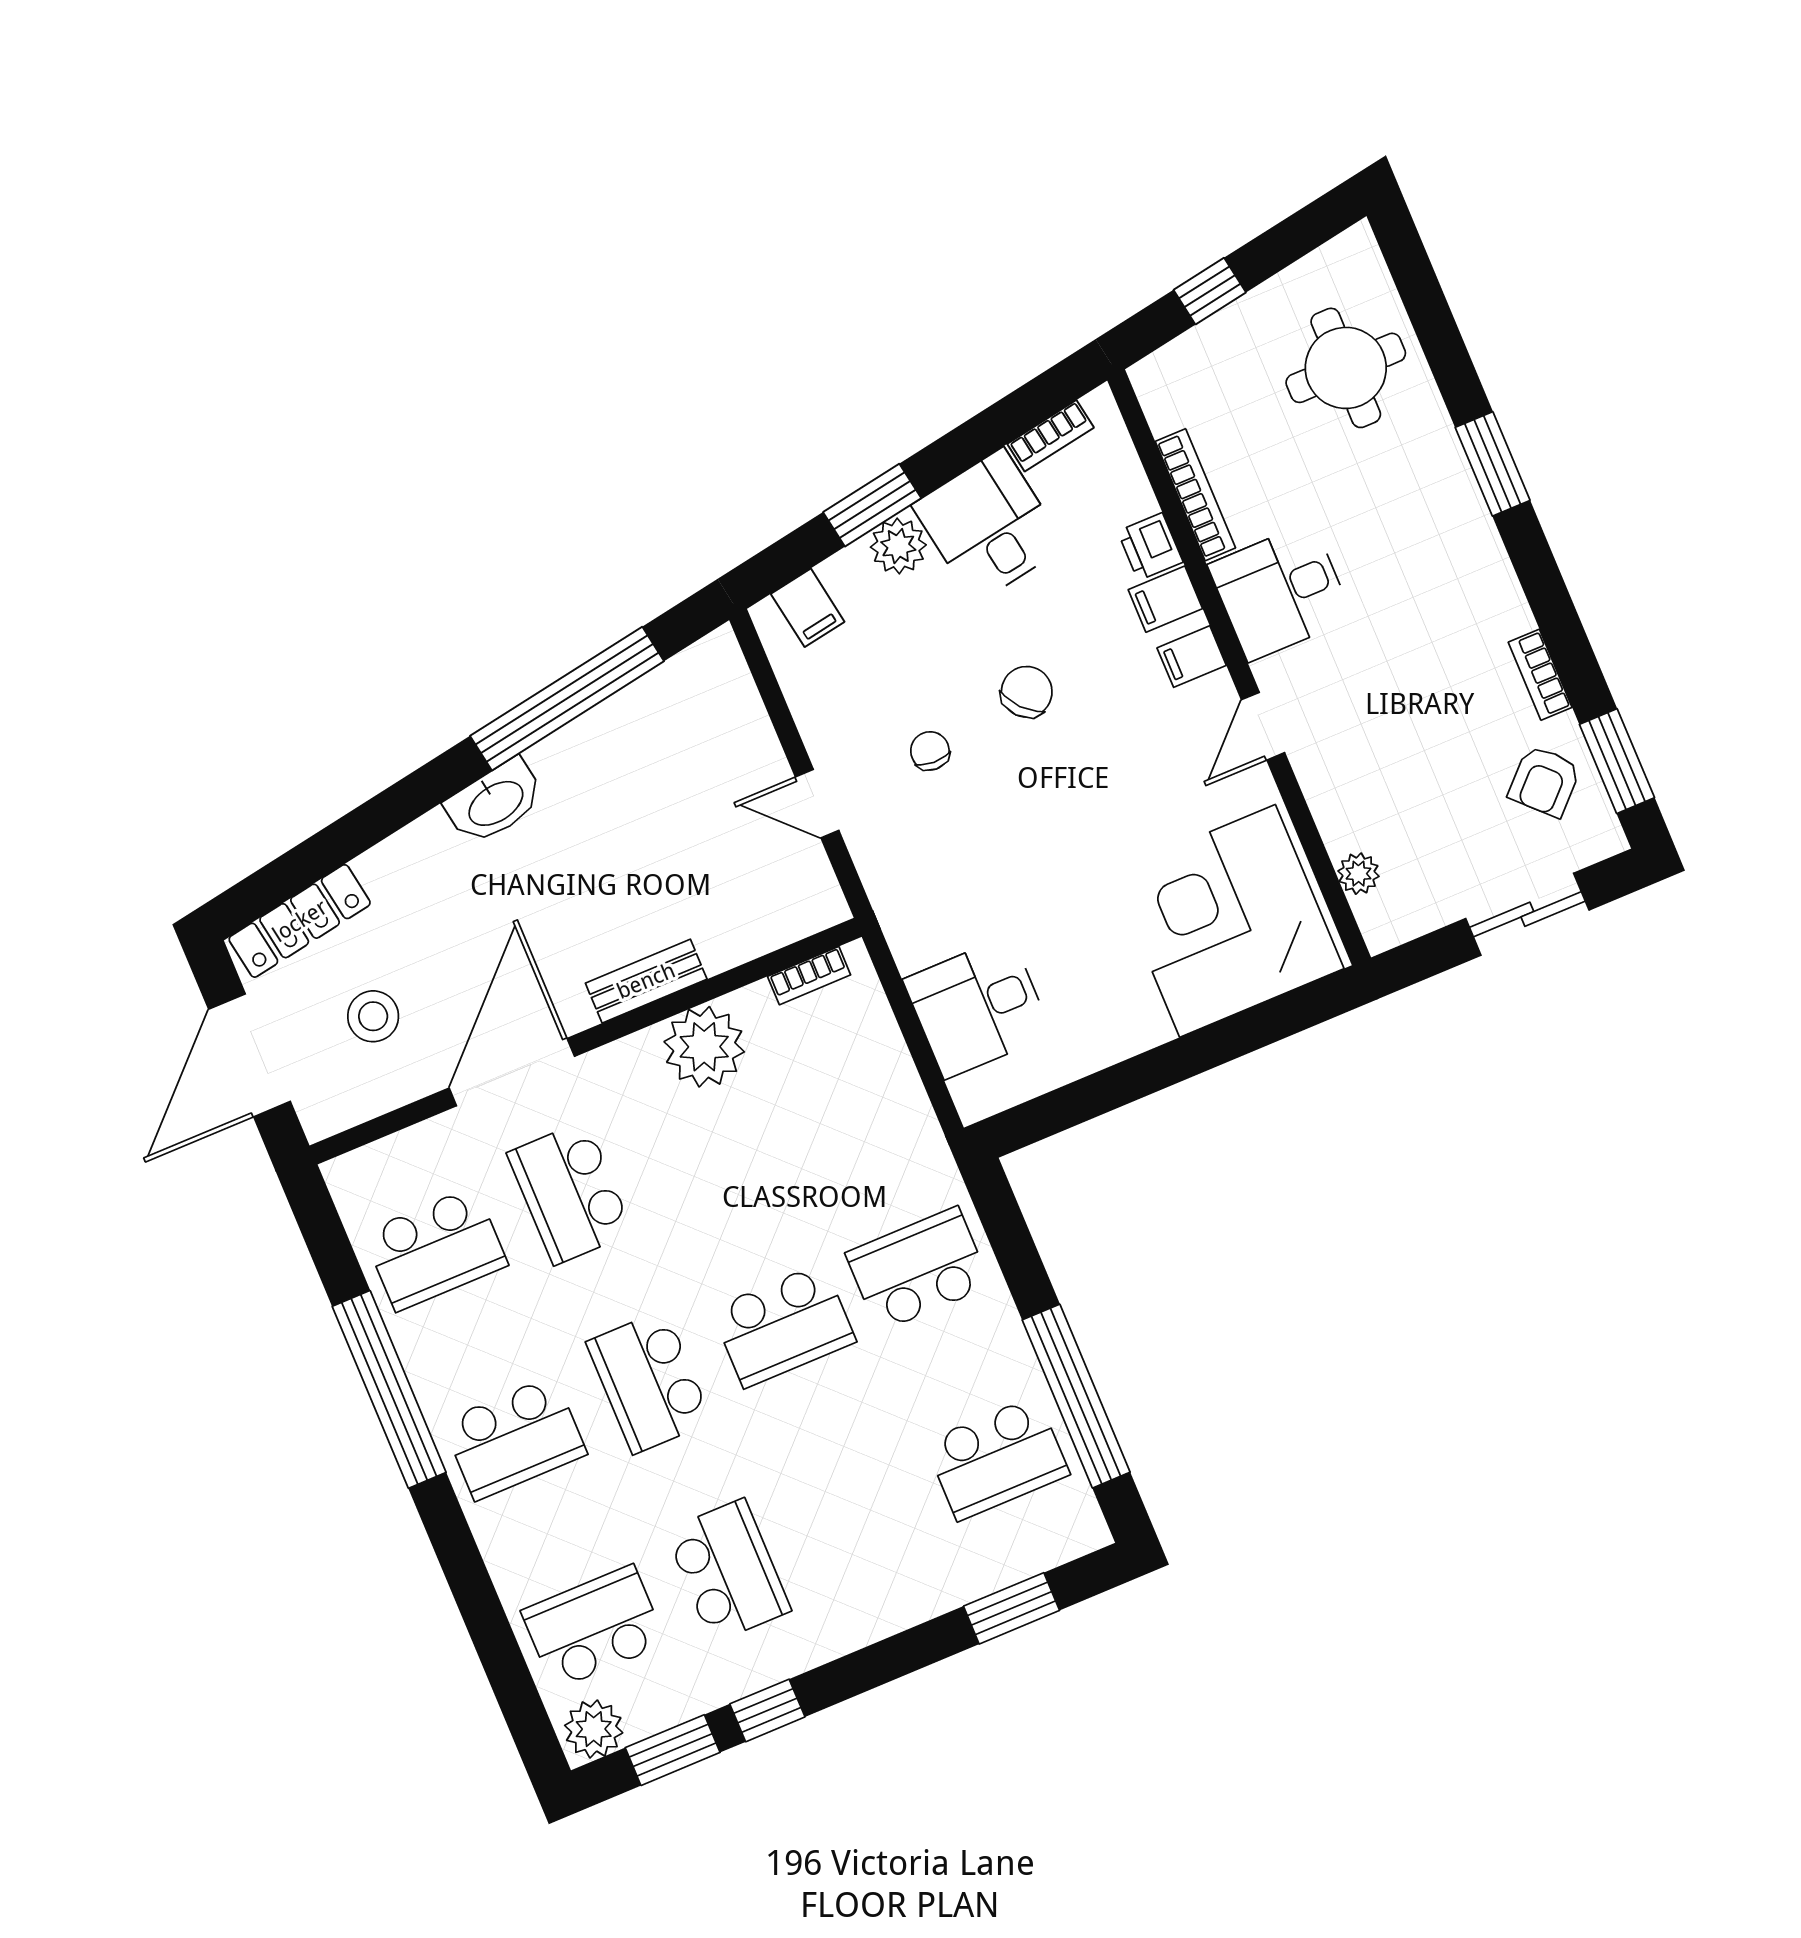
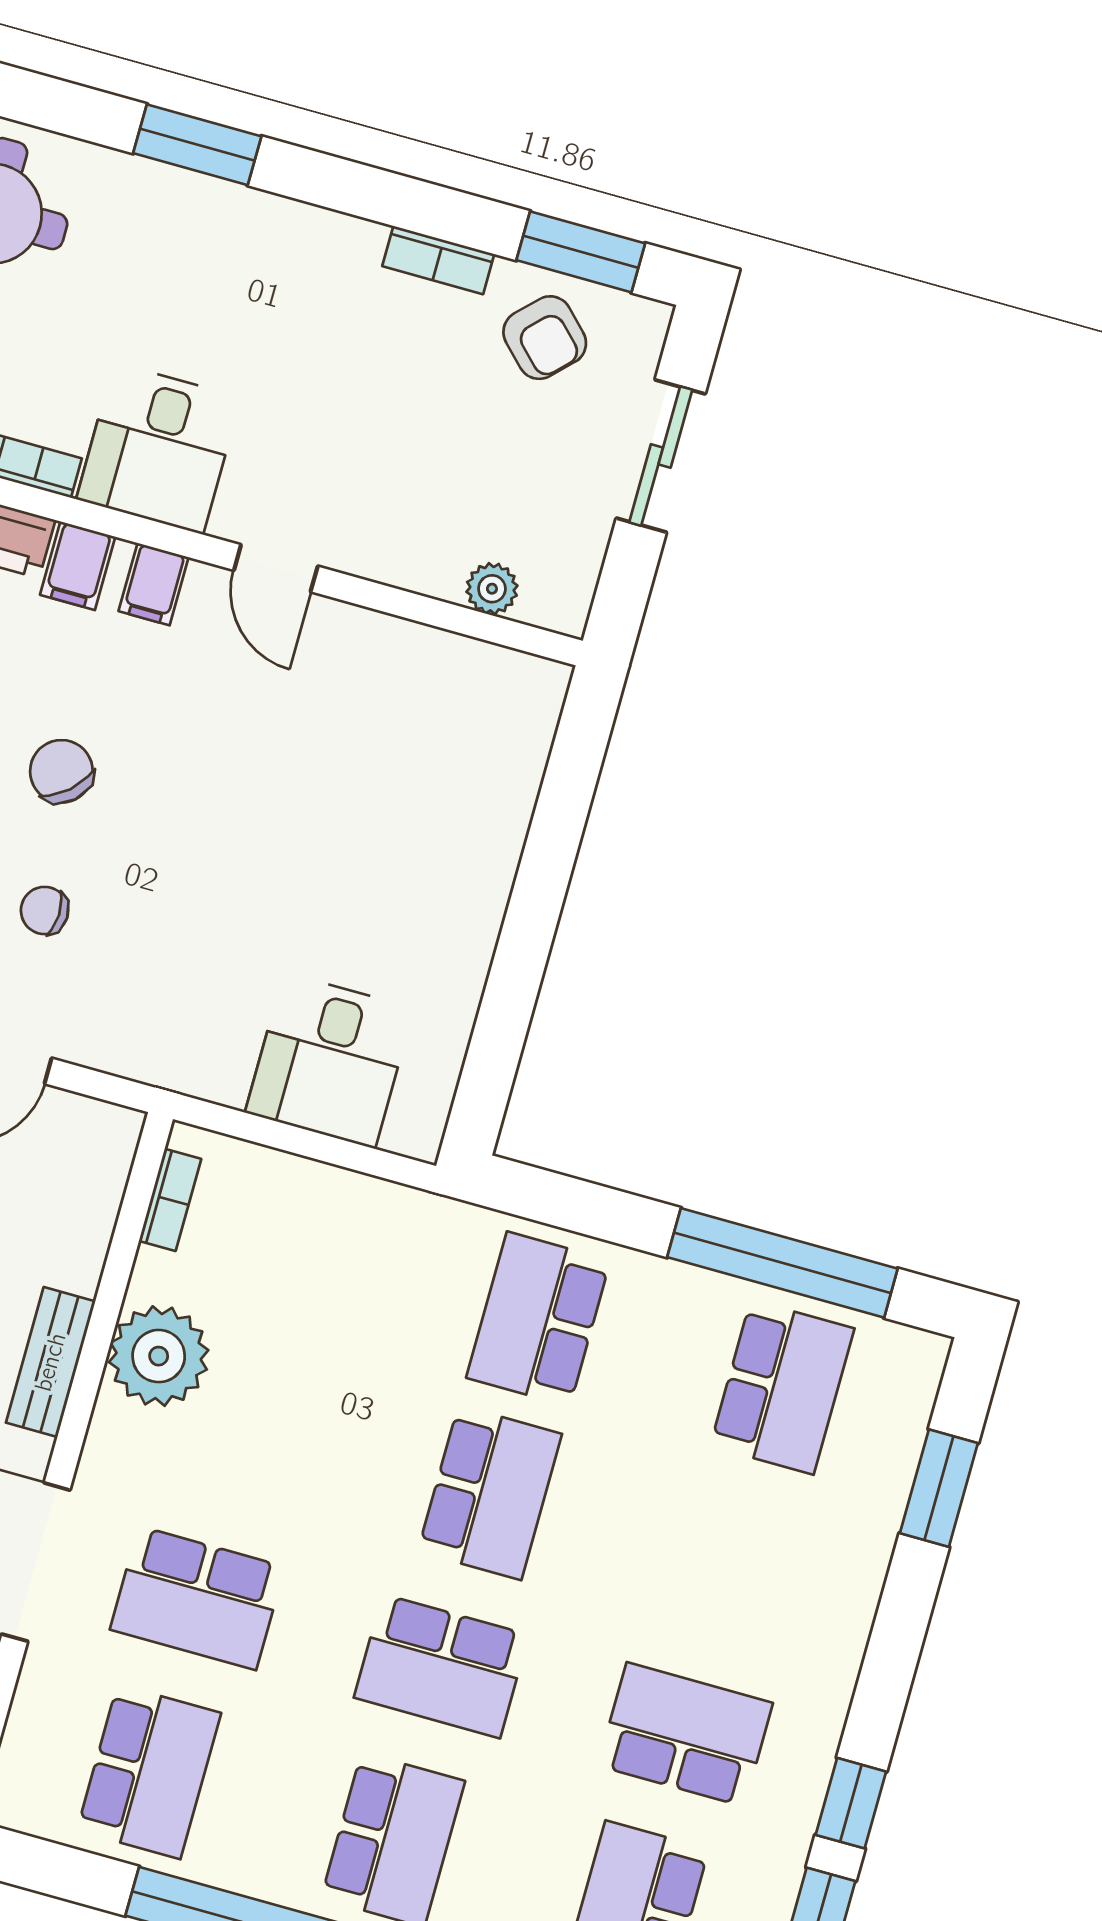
corner desk: (1228, 921) -> (437, 752), removed

